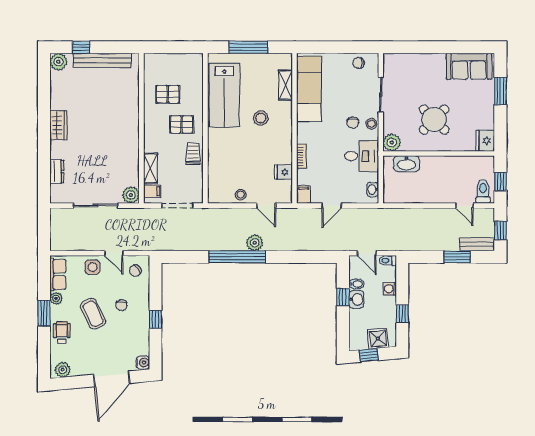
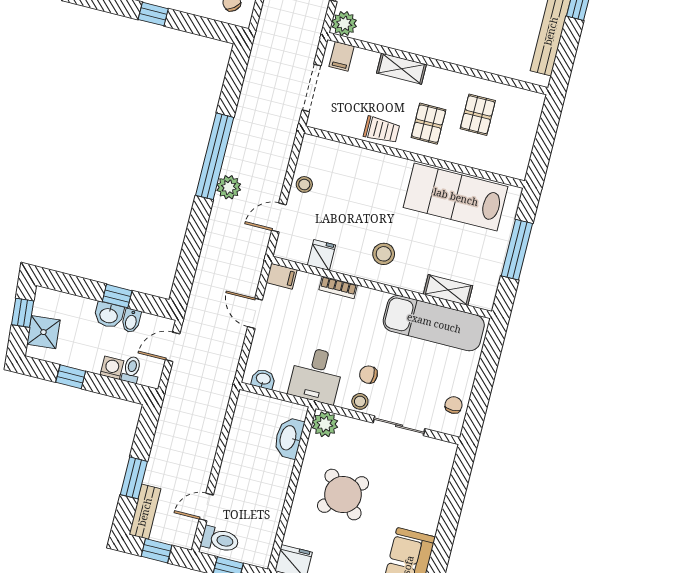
stool: (261, 118) -> (384, 254), moved
shelving: (150, 168) -> (401, 69), moved
toilet: (388, 261) -> (132, 370), moved

